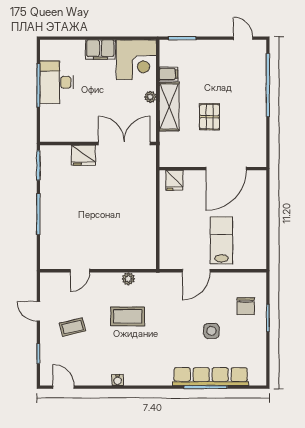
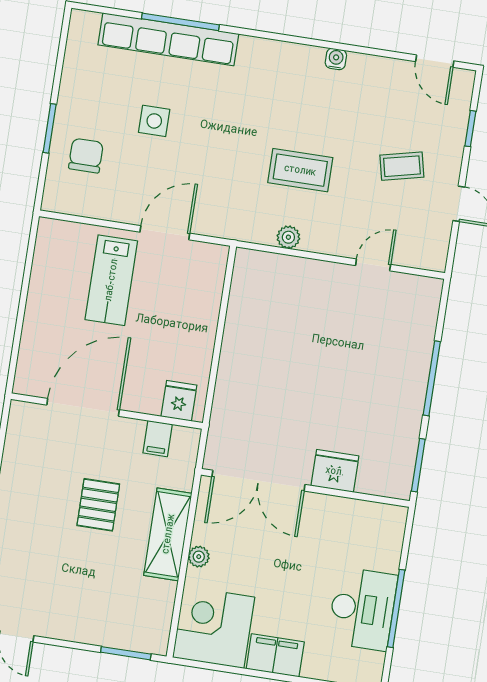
filing cabinet: (169, 74) -> (158, 439), moved, turned -90

